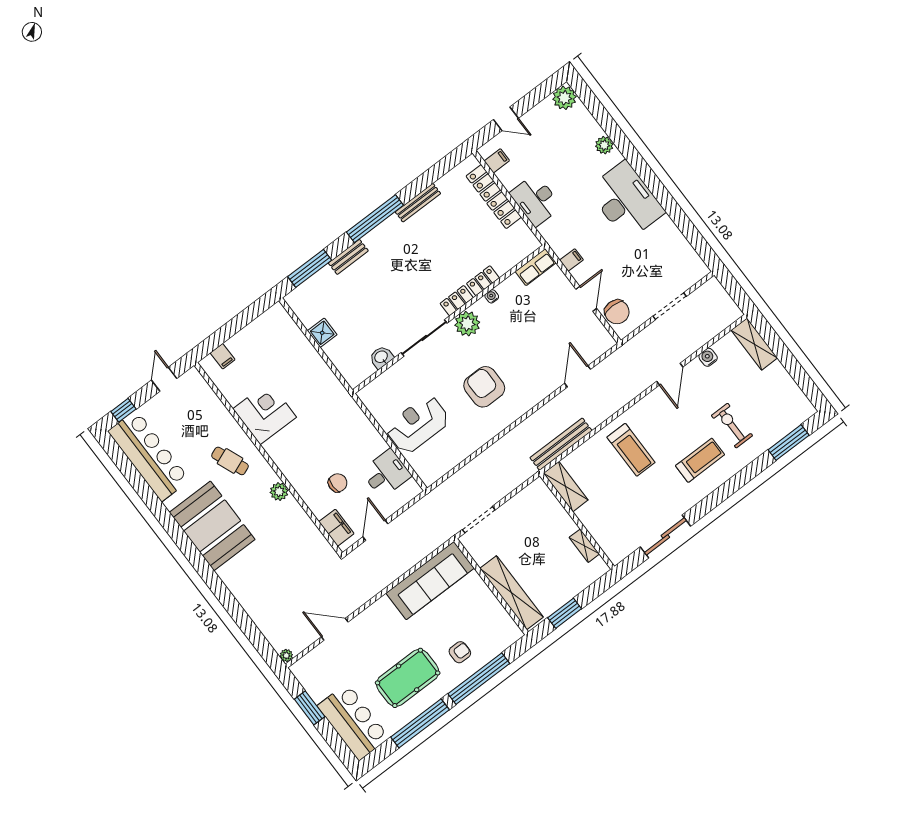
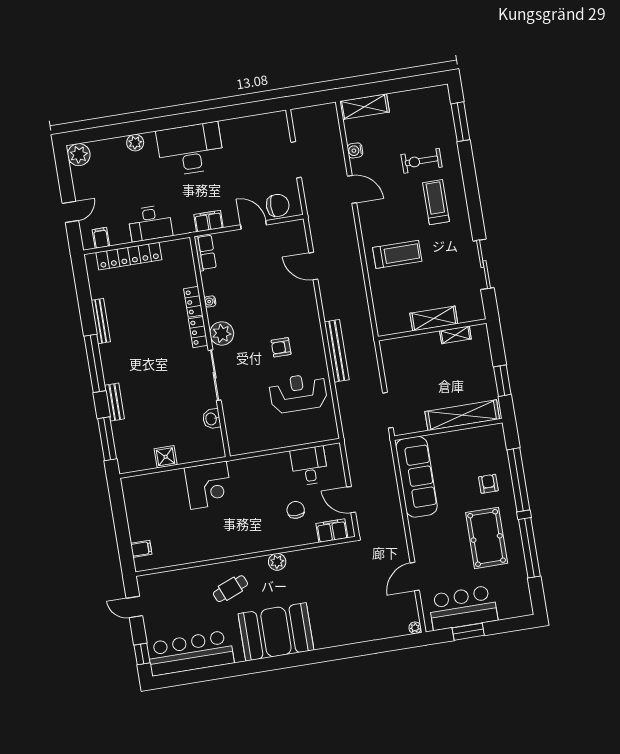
filing cabinet: (571, 260) -> (209, 221), width x2.00
armchair: (484, 387) -> (281, 347), width x0.53, depth x0.53
corner desk: (265, 413) -> (209, 485), moved, turned 180
reception desk: (418, 424) -> (298, 393), moved, turned 90
bench: (561, 444) -> (337, 351), moved
shelving: (566, 487) -> (434, 318), moved
bar counter: (353, 722) -> (463, 608), moved

